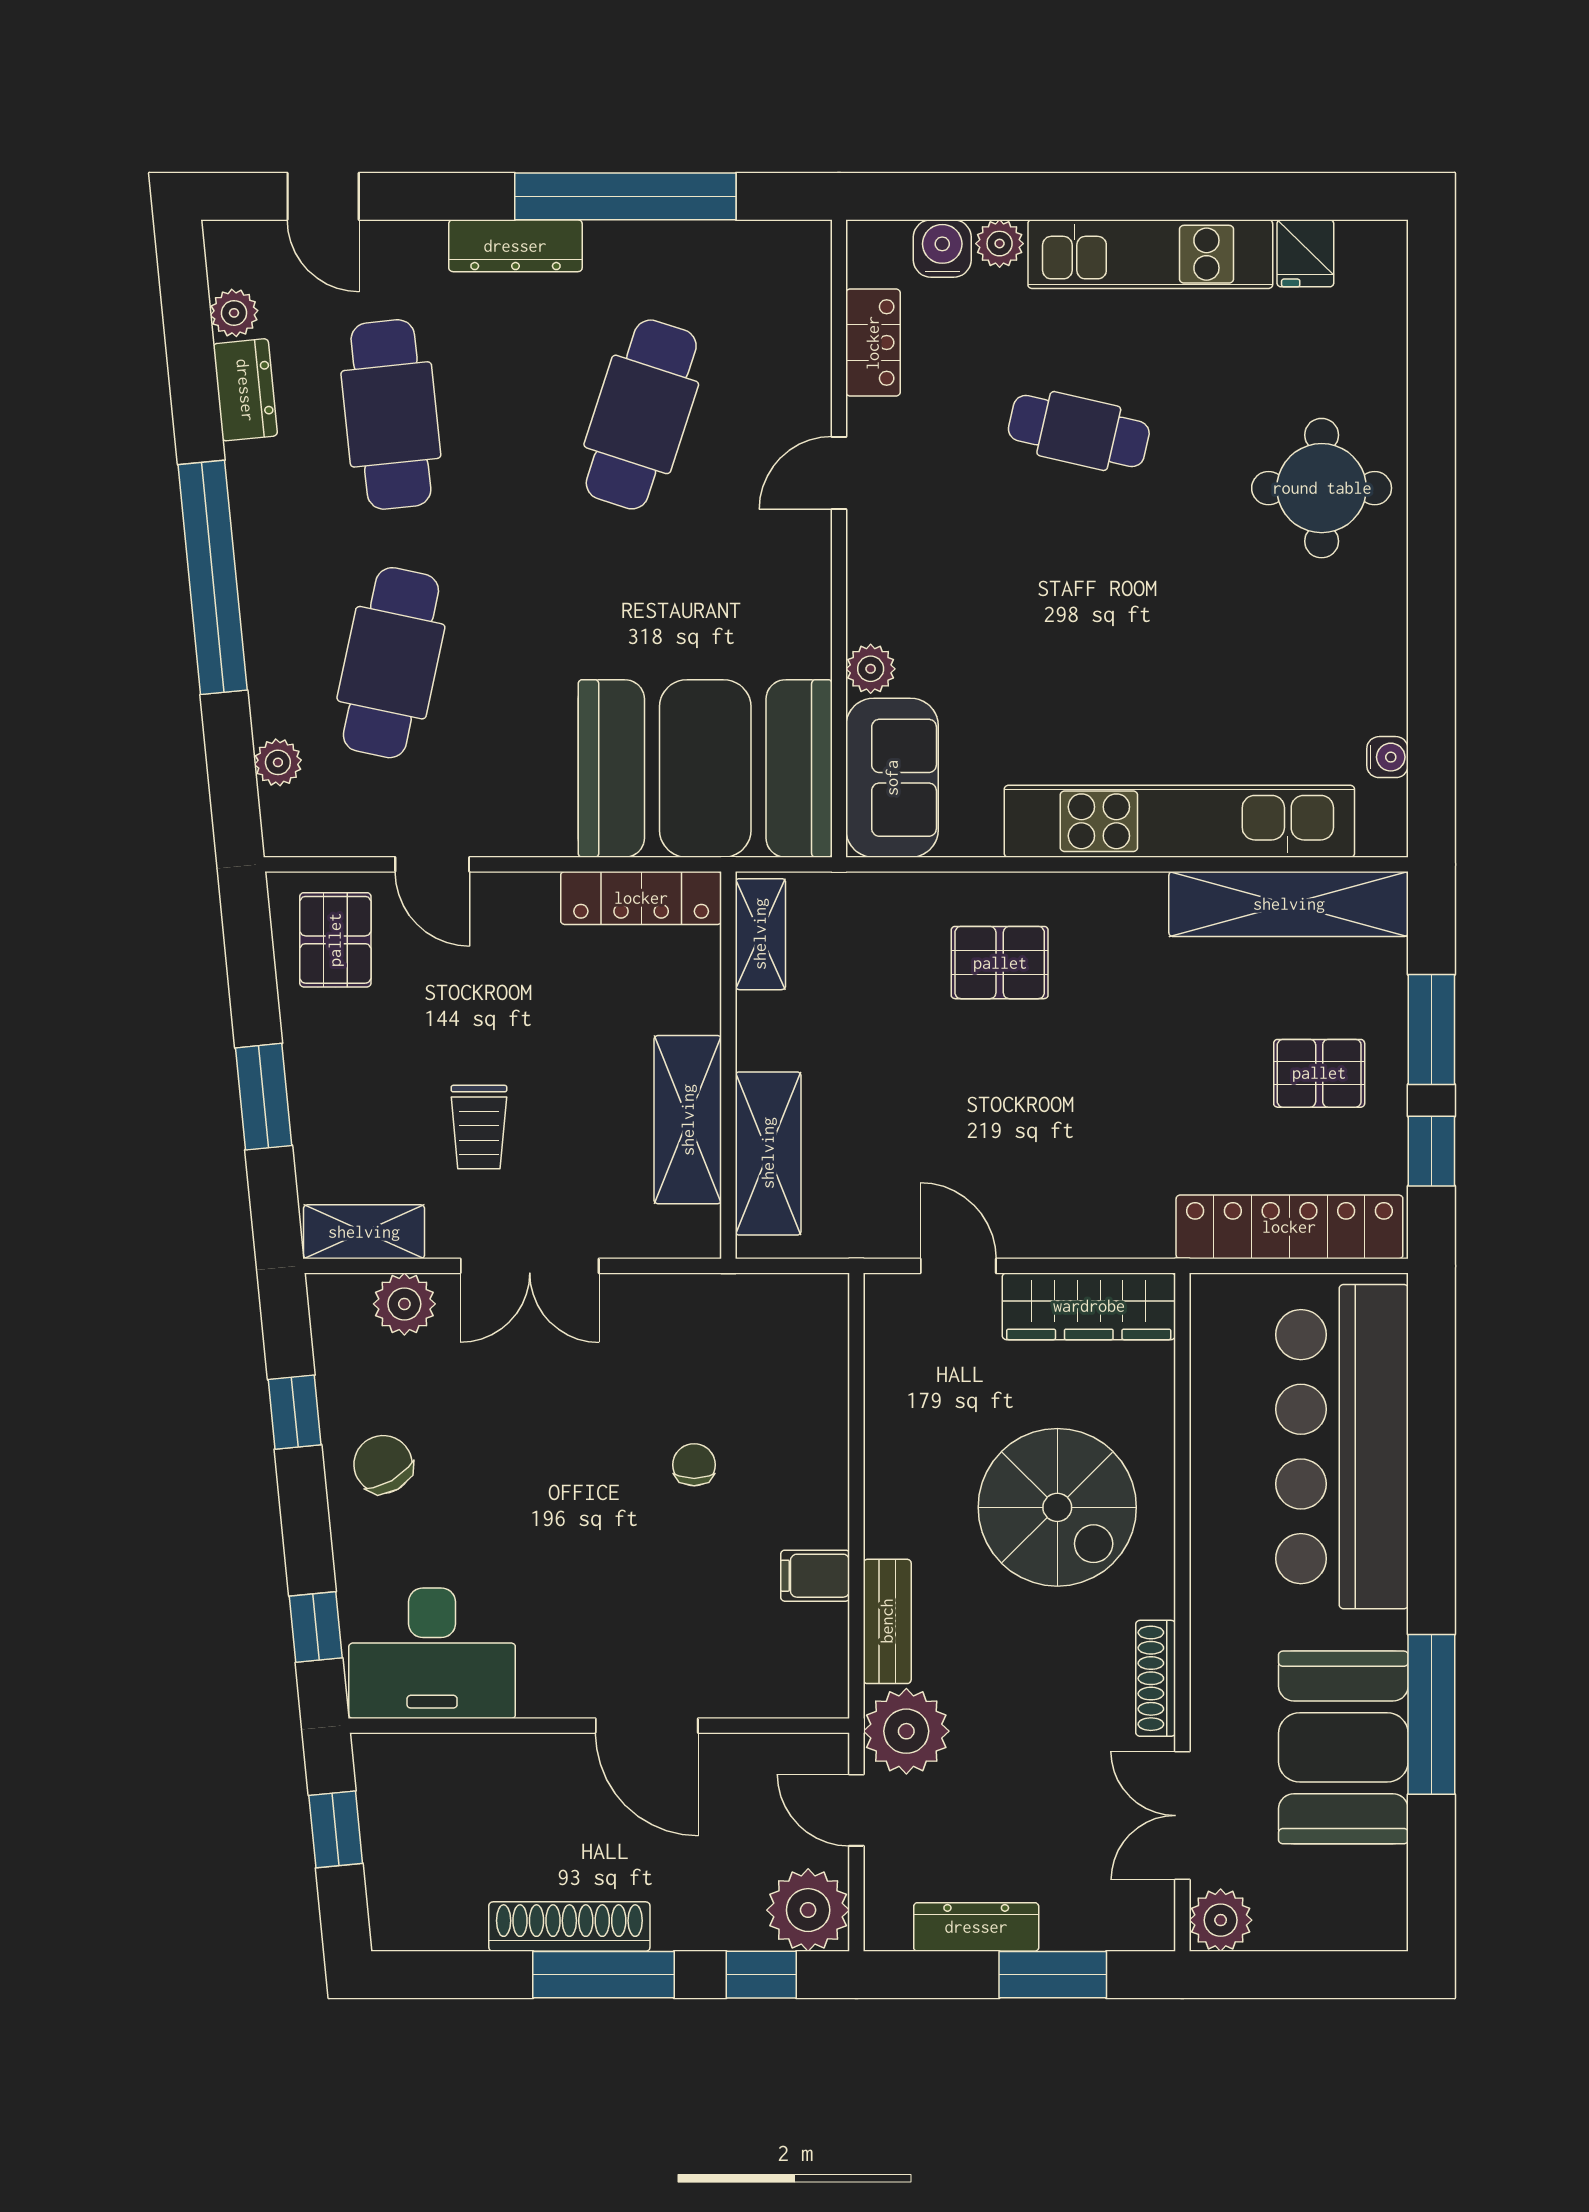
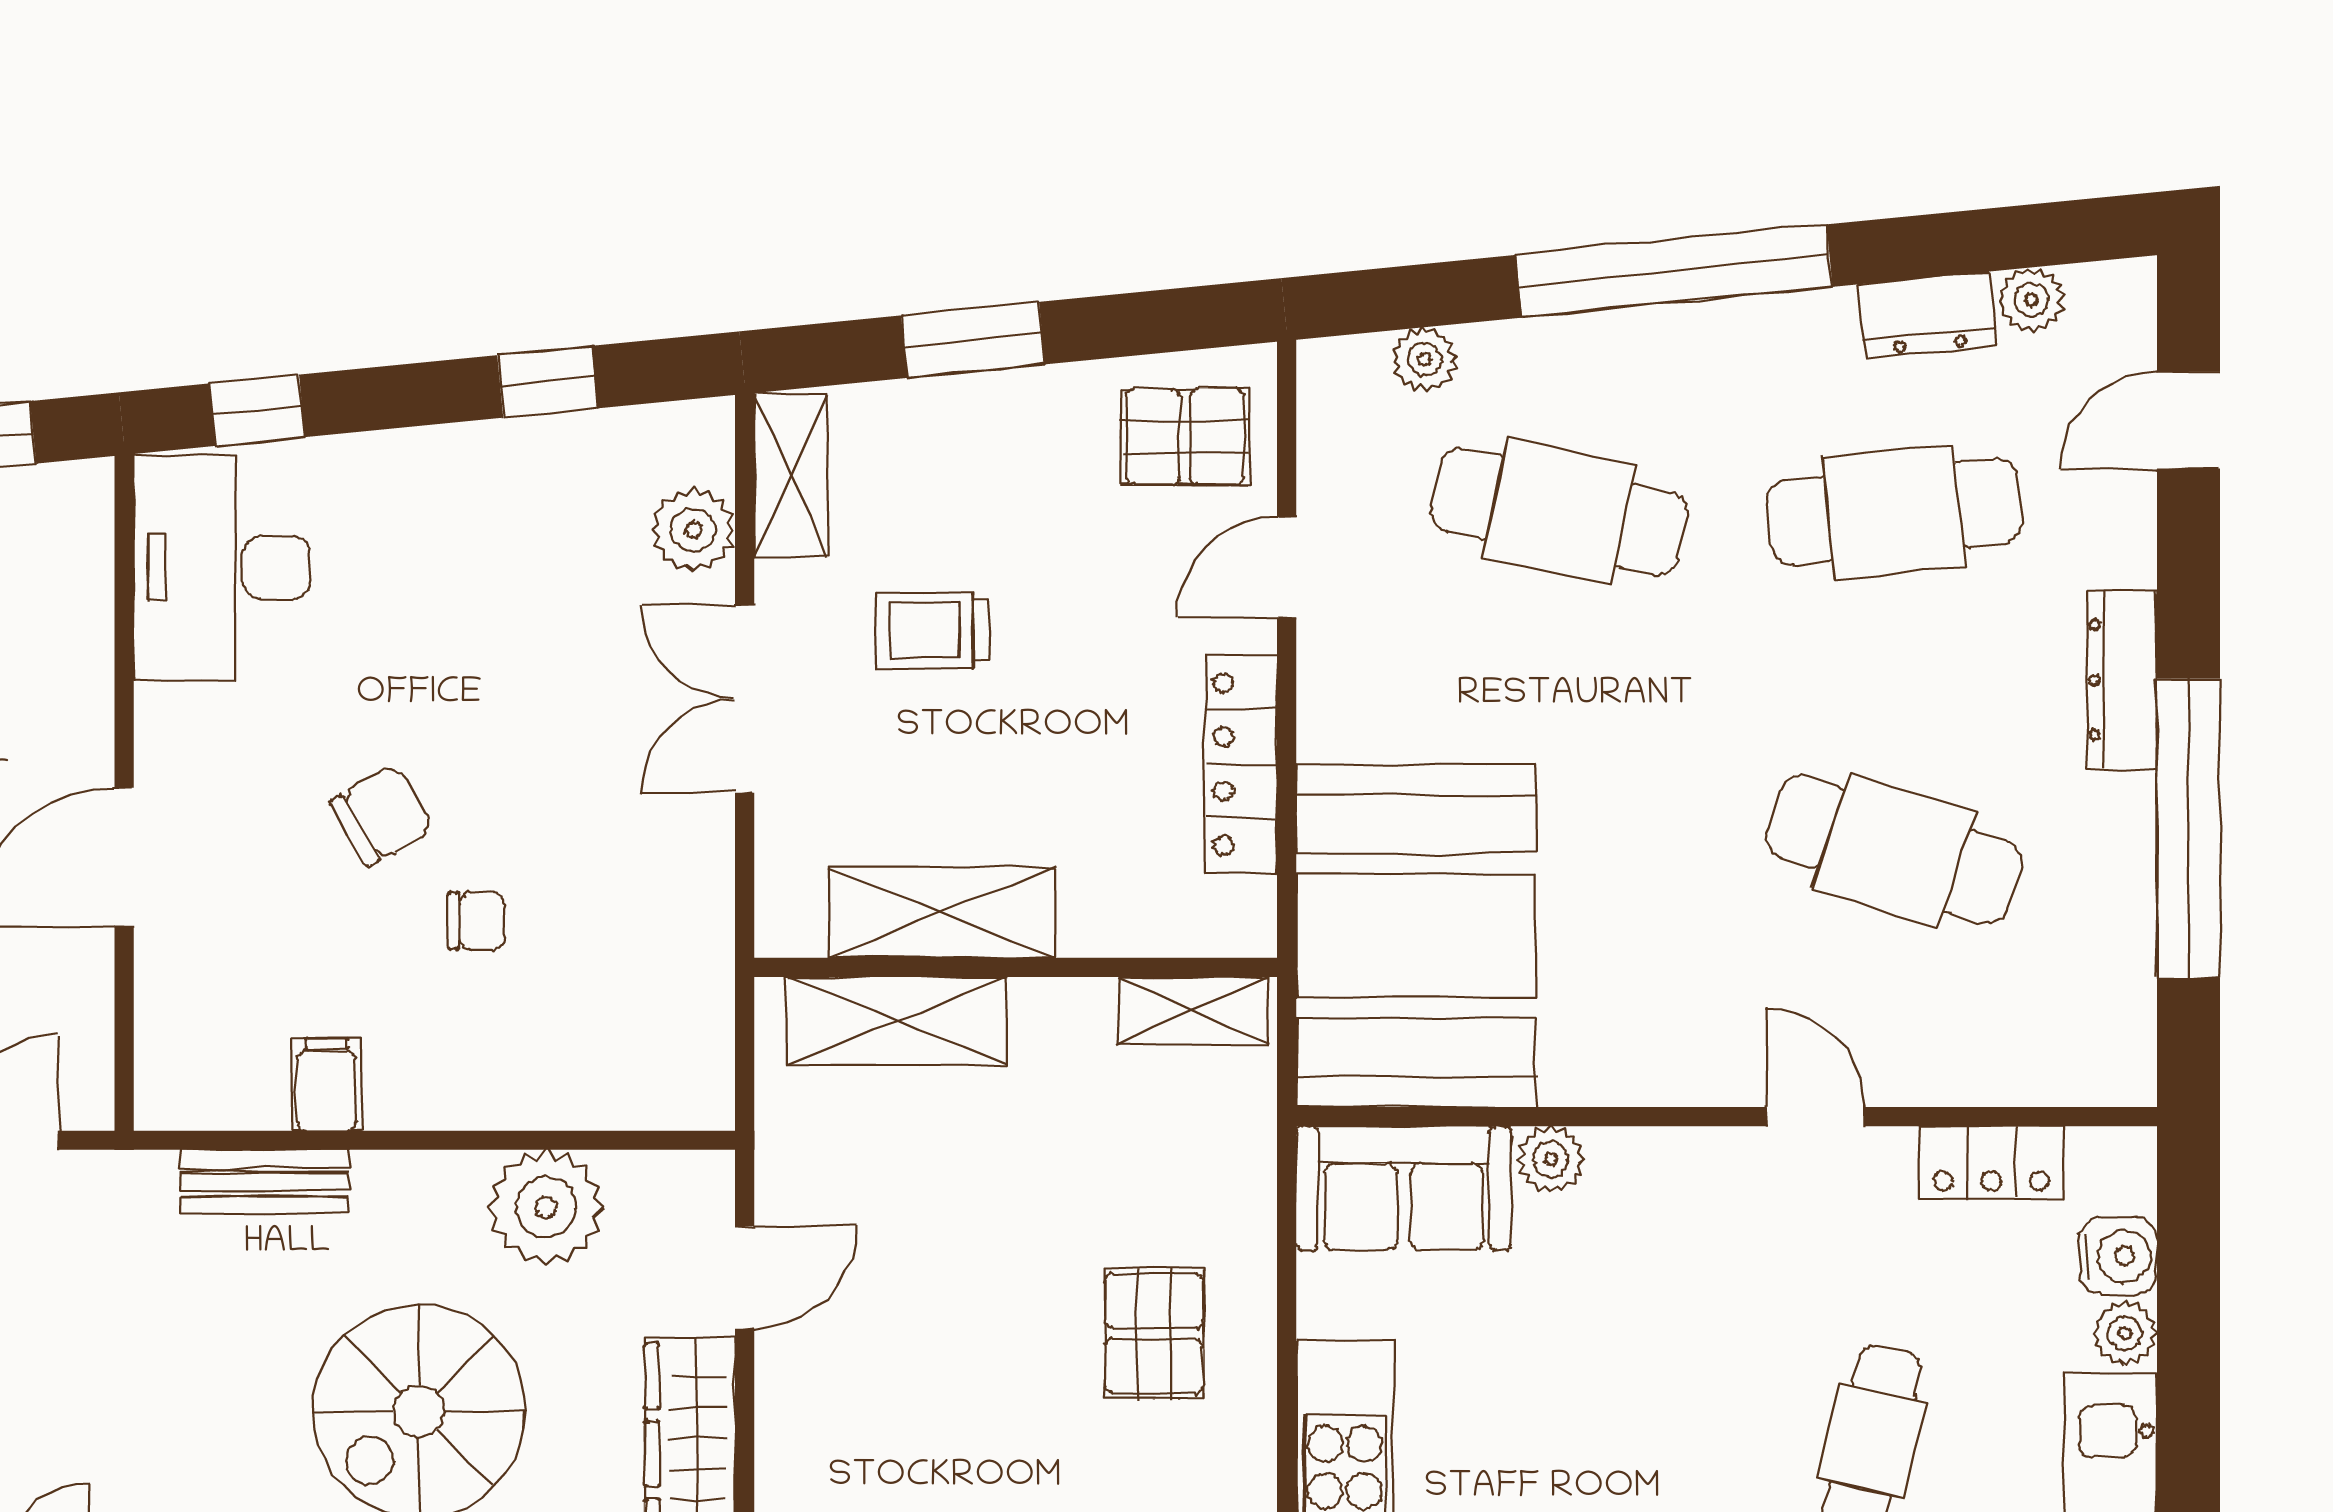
locker: (641, 898) -> (1241, 764), moved
chair: (383, 1464) -> (382, 816), moved
plant: (906, 1731) -> (546, 1207), moved

